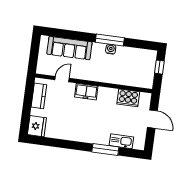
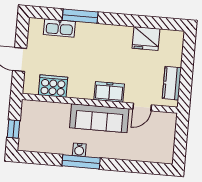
sofa: (69, 48) -> (99, 118), moved, turned 180
fridge: (37, 126) -> (146, 38), moved, turned -90

